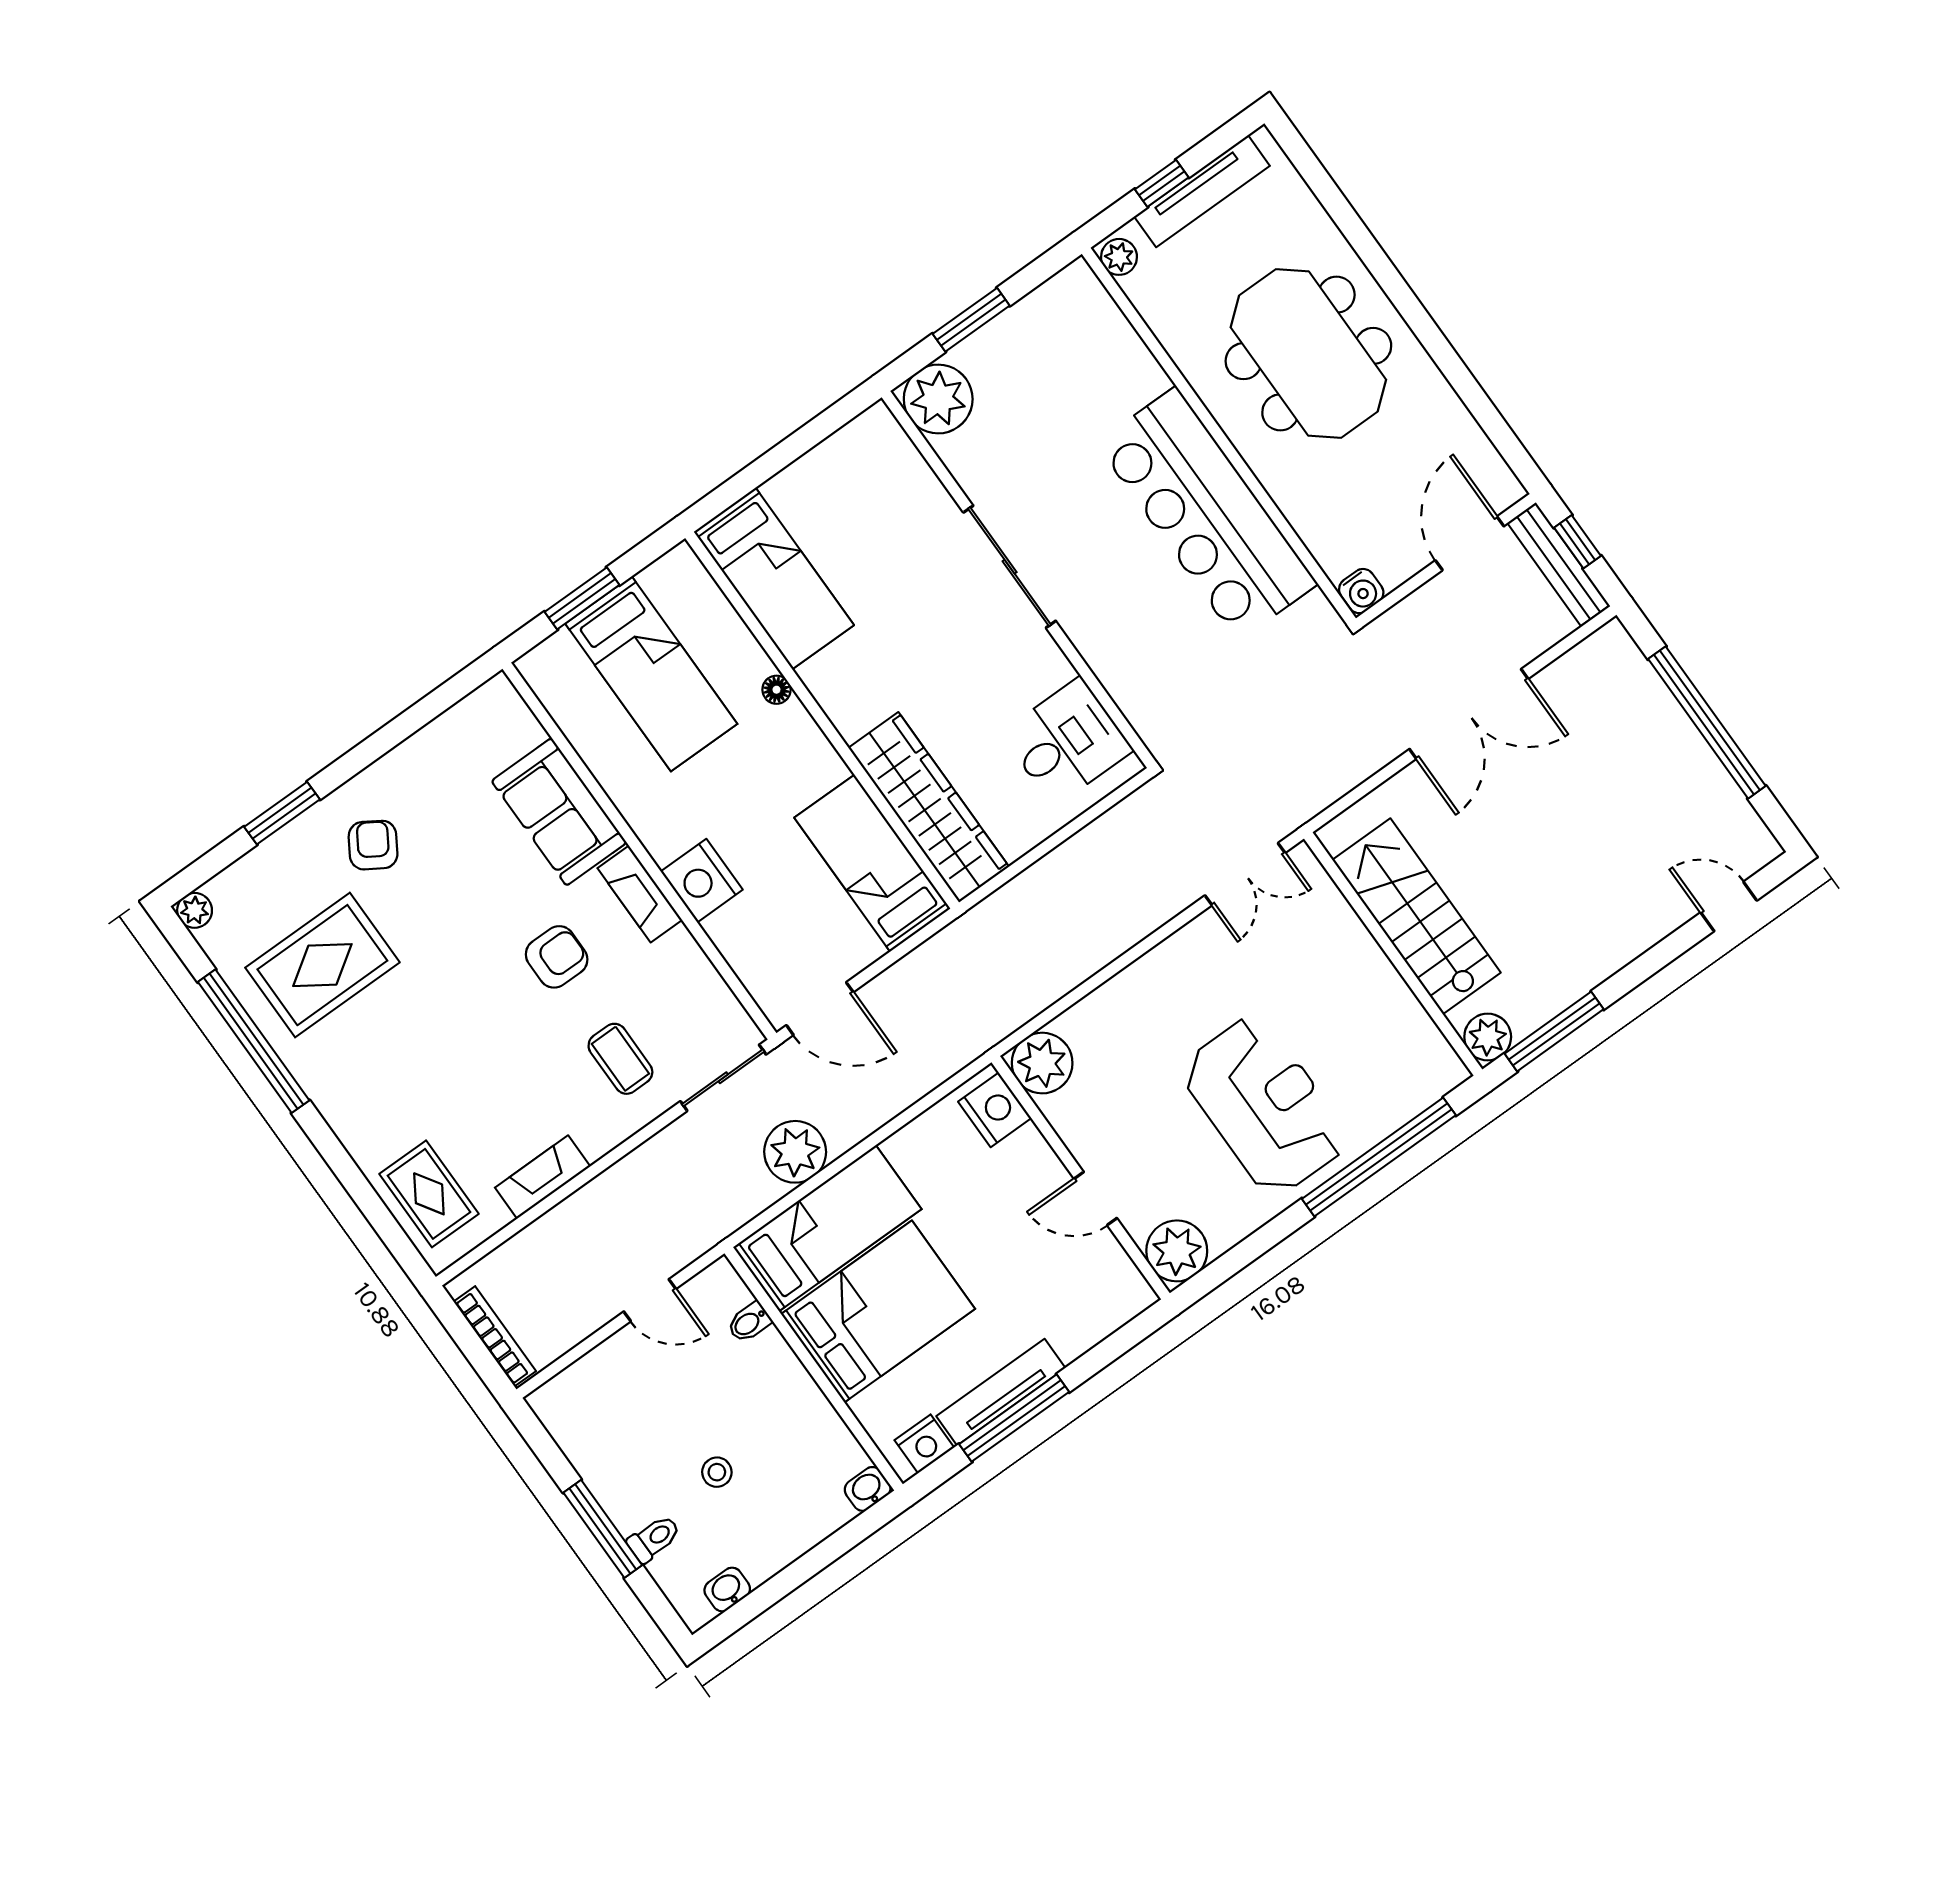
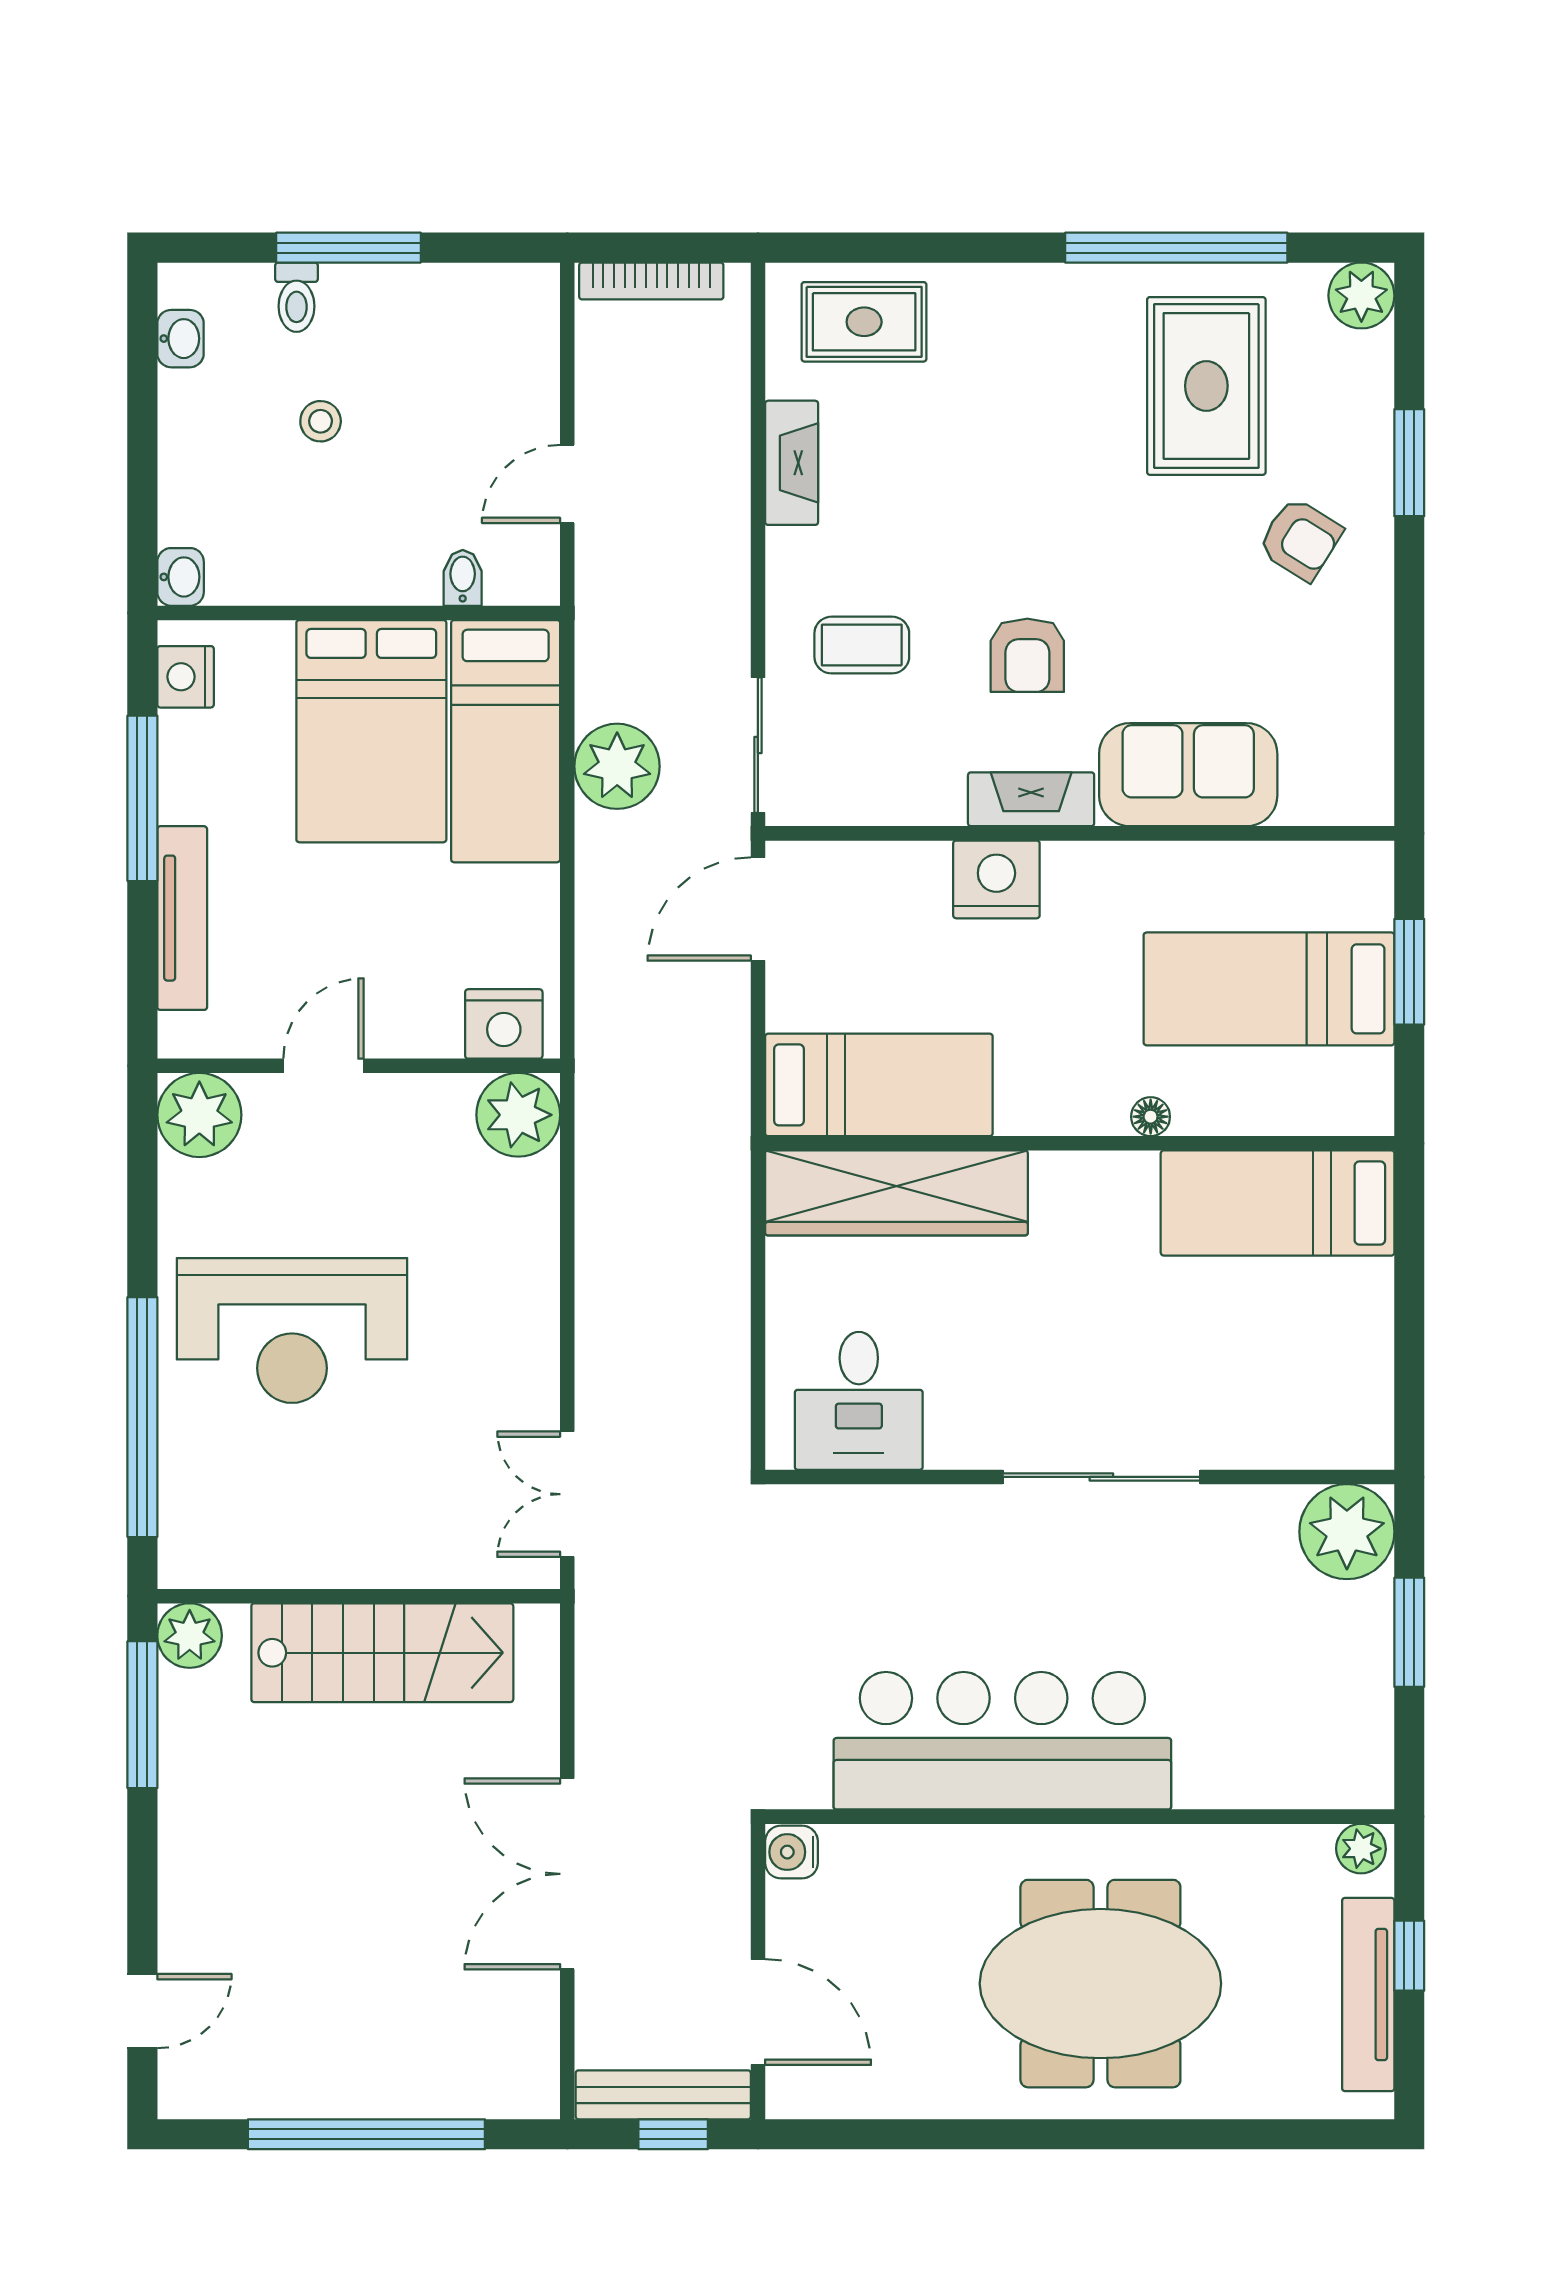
plant: (195, 910) -> (1361, 296), width x1.38, depth x1.38
tv unit: (1001, 1392) -> (182, 918), moved

